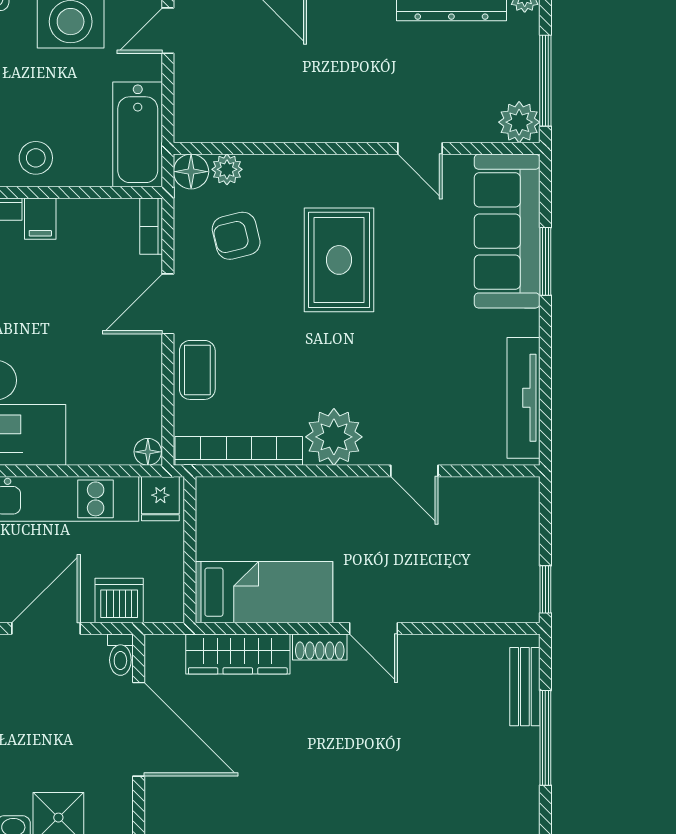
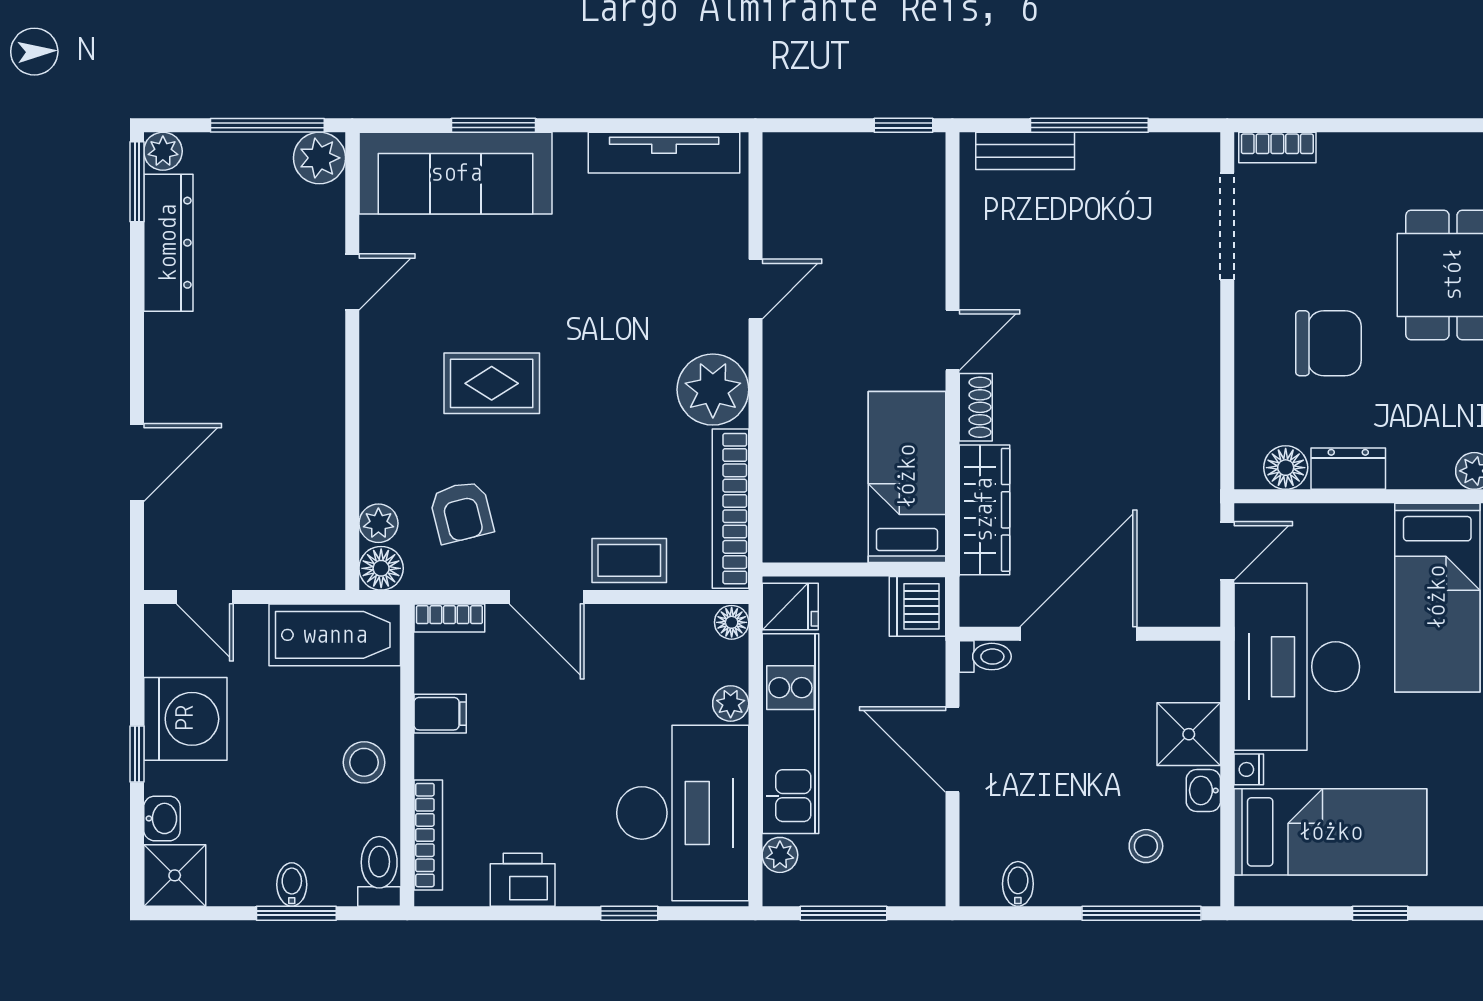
filing cabinet: (40, 219) -> (440, 714), moved
rug: (339, 260) -> (492, 383), width x0.73, depth x0.70
plant: (83, 451) -> (731, 703), added
dishwasher: (119, 601) -> (917, 606), moved

